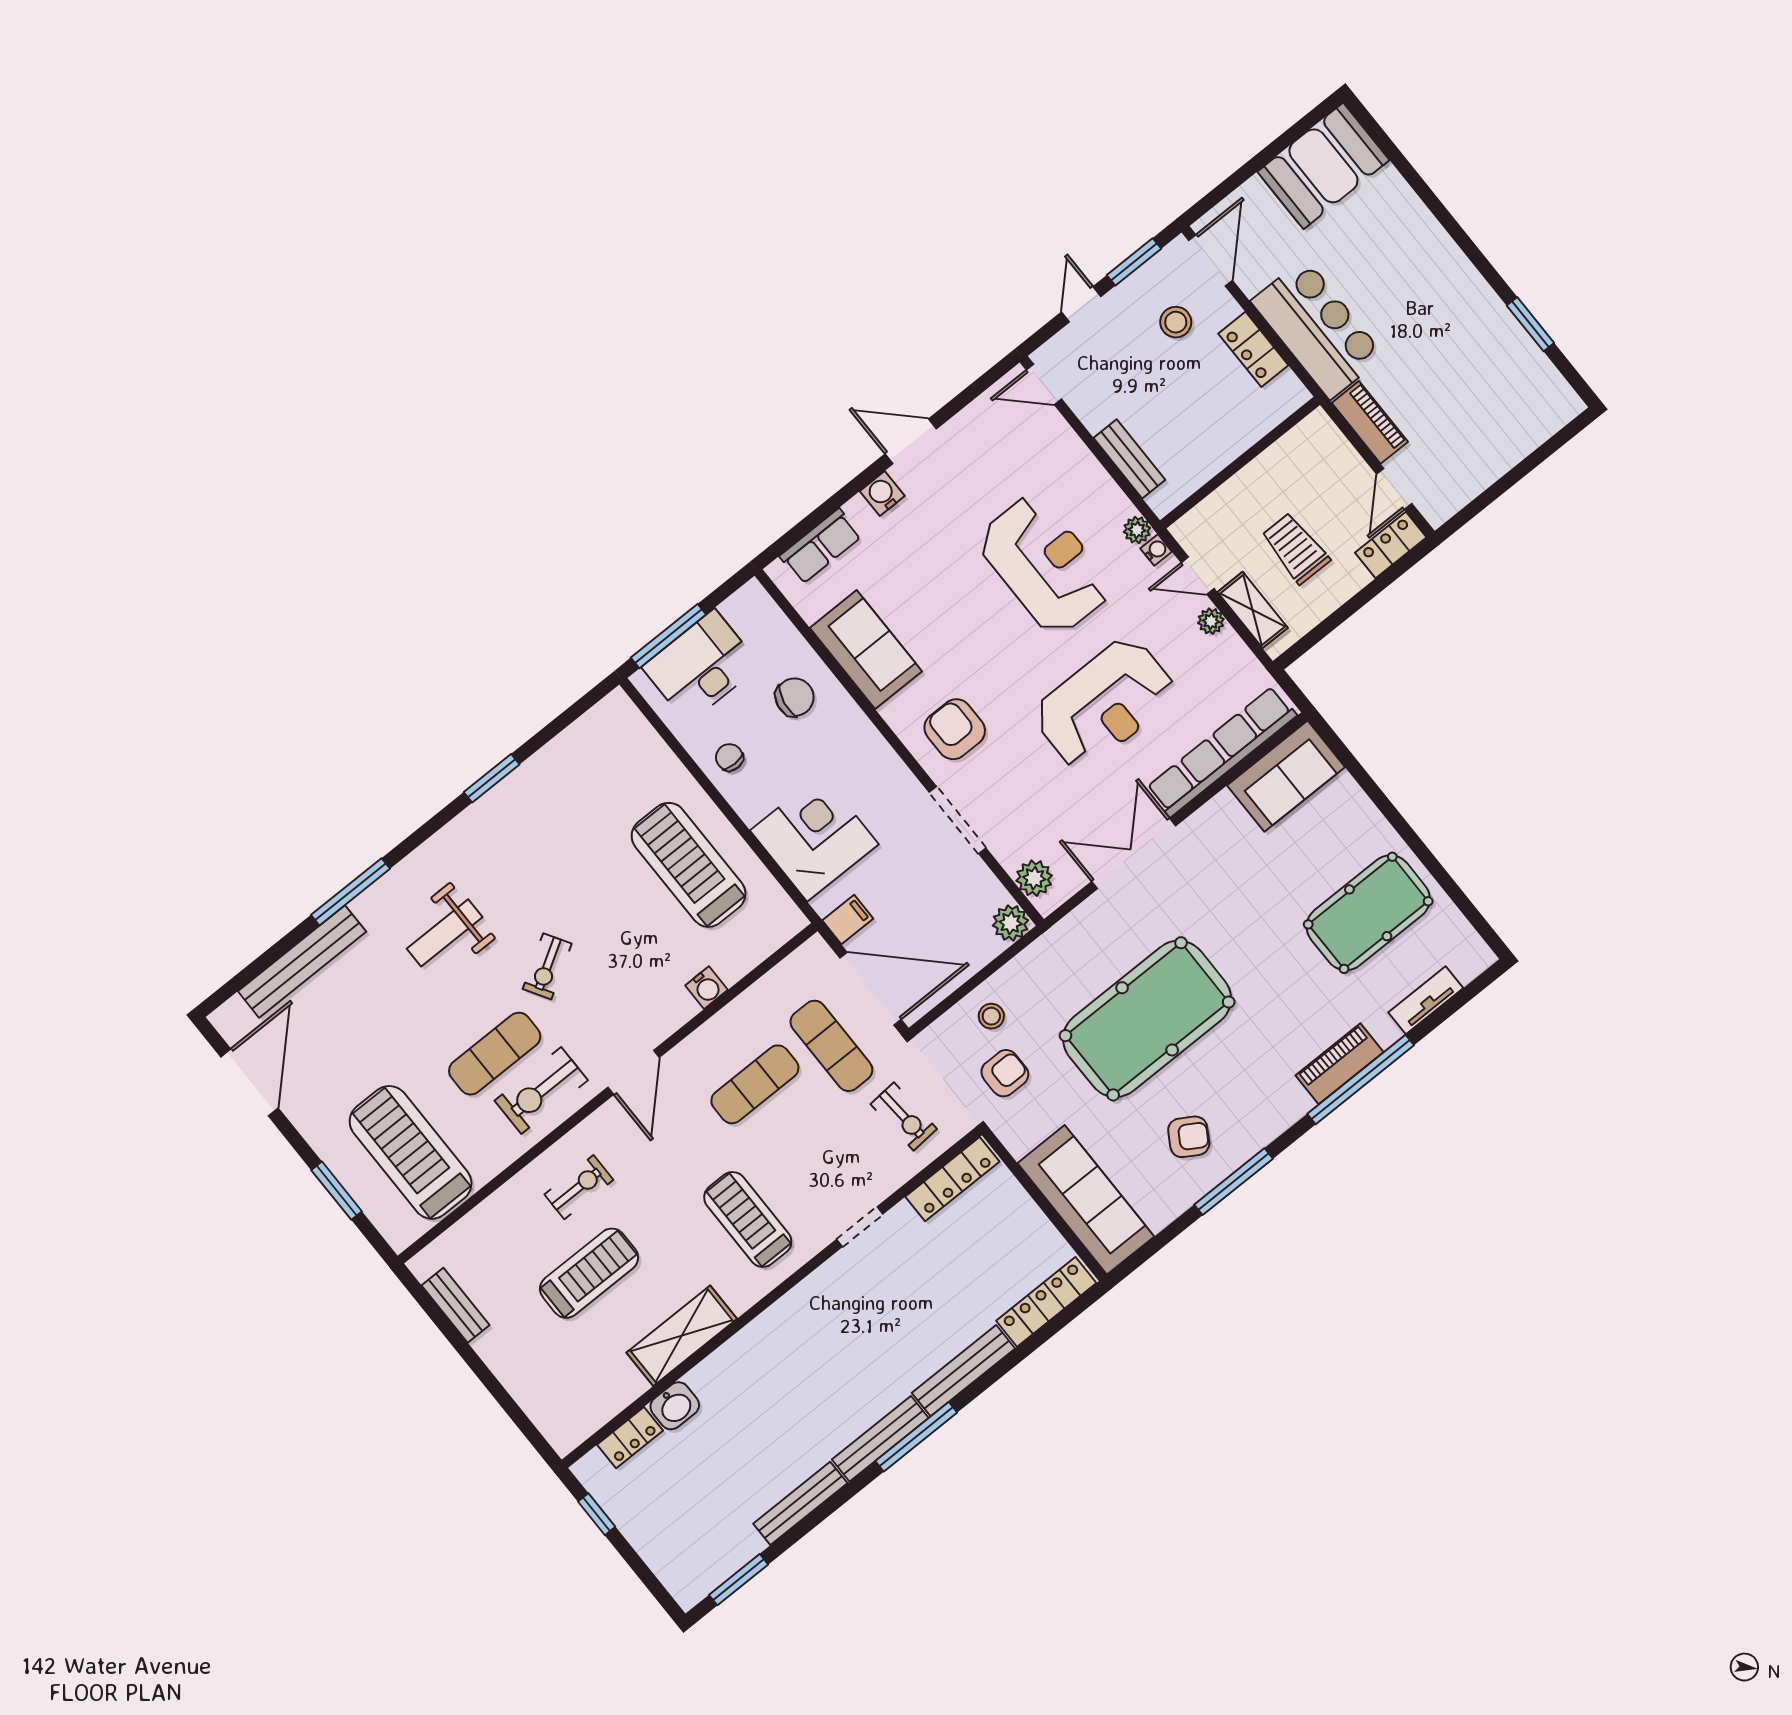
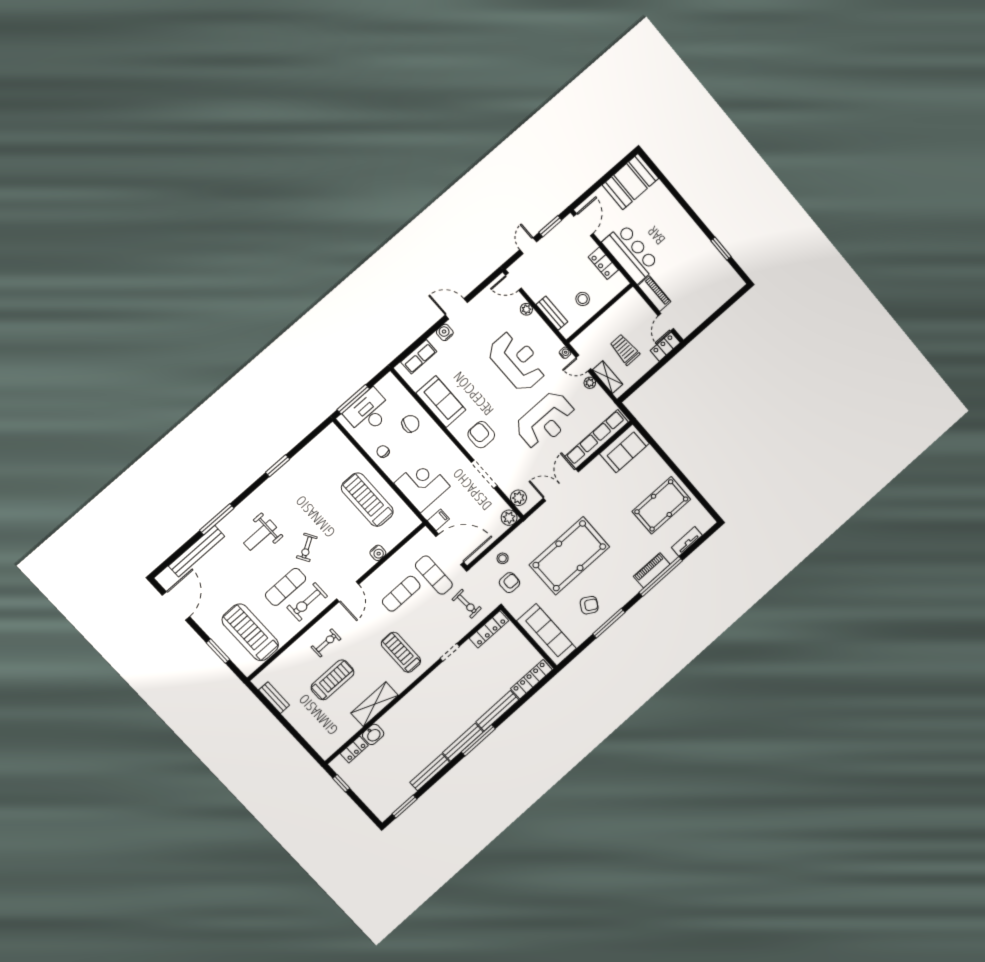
stool: (1176, 322) -> (583, 299), moved
plant: (1137, 530) -> (526, 309), moved

